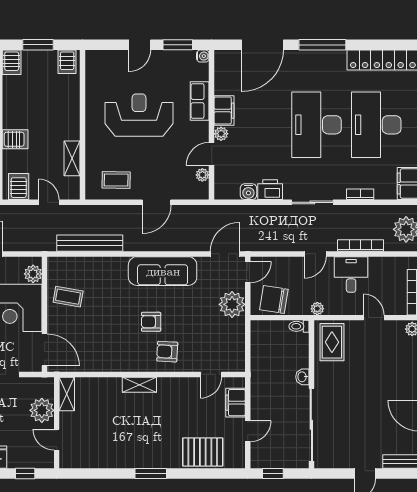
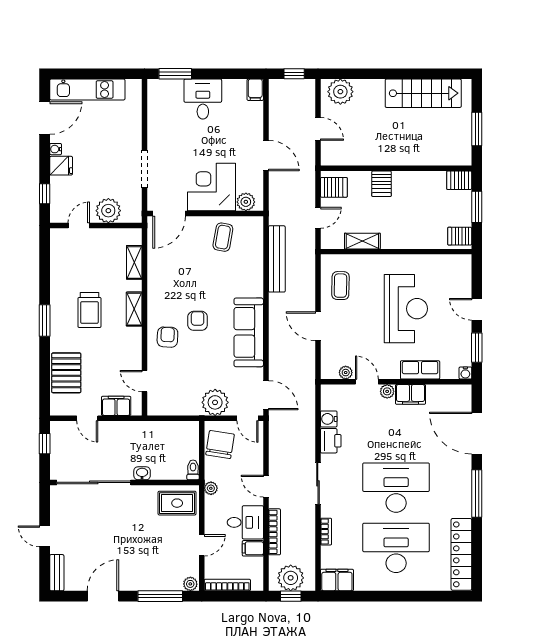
filing cabinet: (377, 267) -> (253, 548), added
shelving: (67, 394) -> (134, 262), moved, turned 90
trolley: (140, 429) -> (89, 310), added

